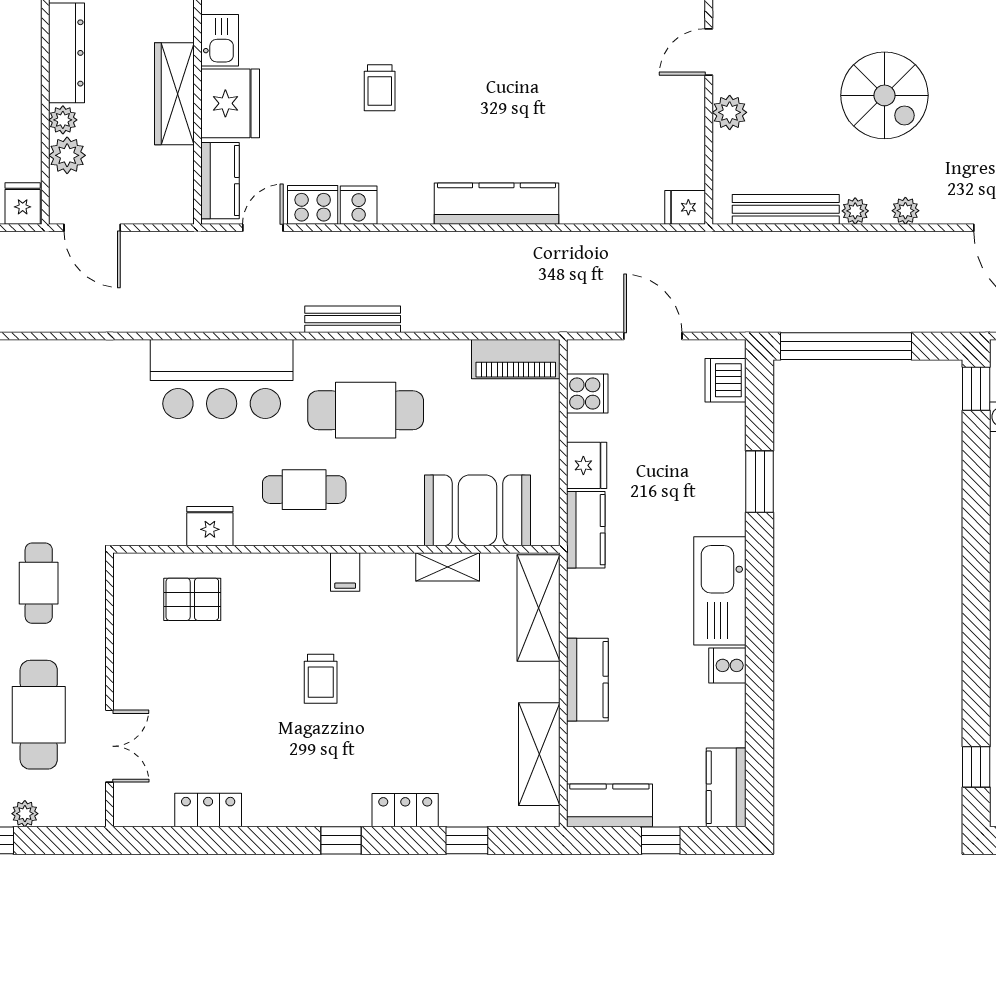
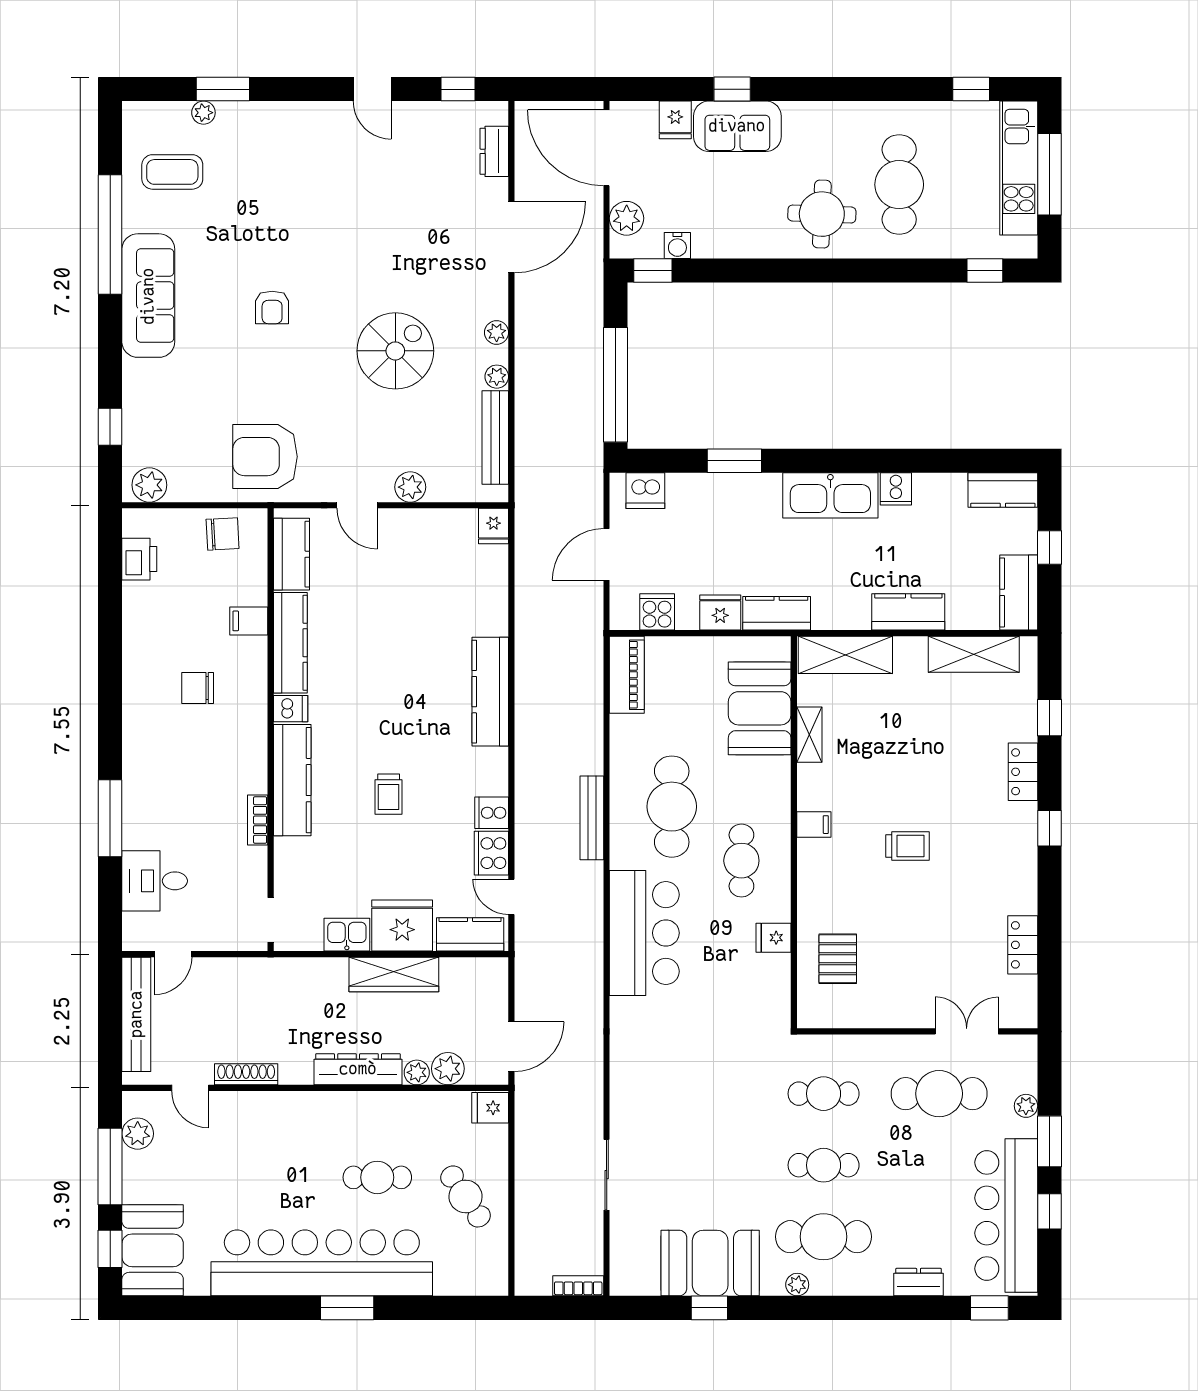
trolley: (380, 88) -> (389, 794), turned 90
fridge: (210, 526) -> (773, 938), width x0.72

